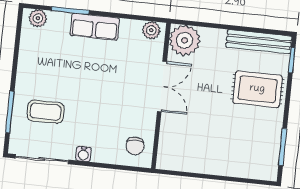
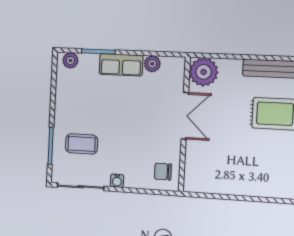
plant: (151, 30) -> (152, 64), moved
chair: (135, 146) -> (163, 172), turned 90

